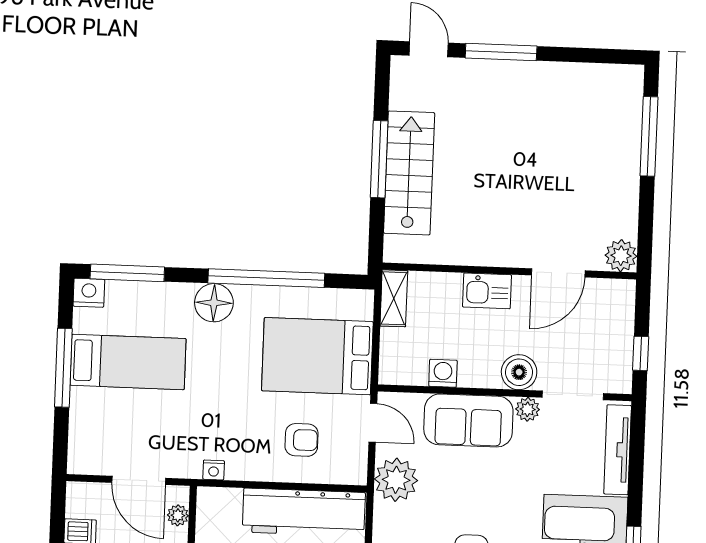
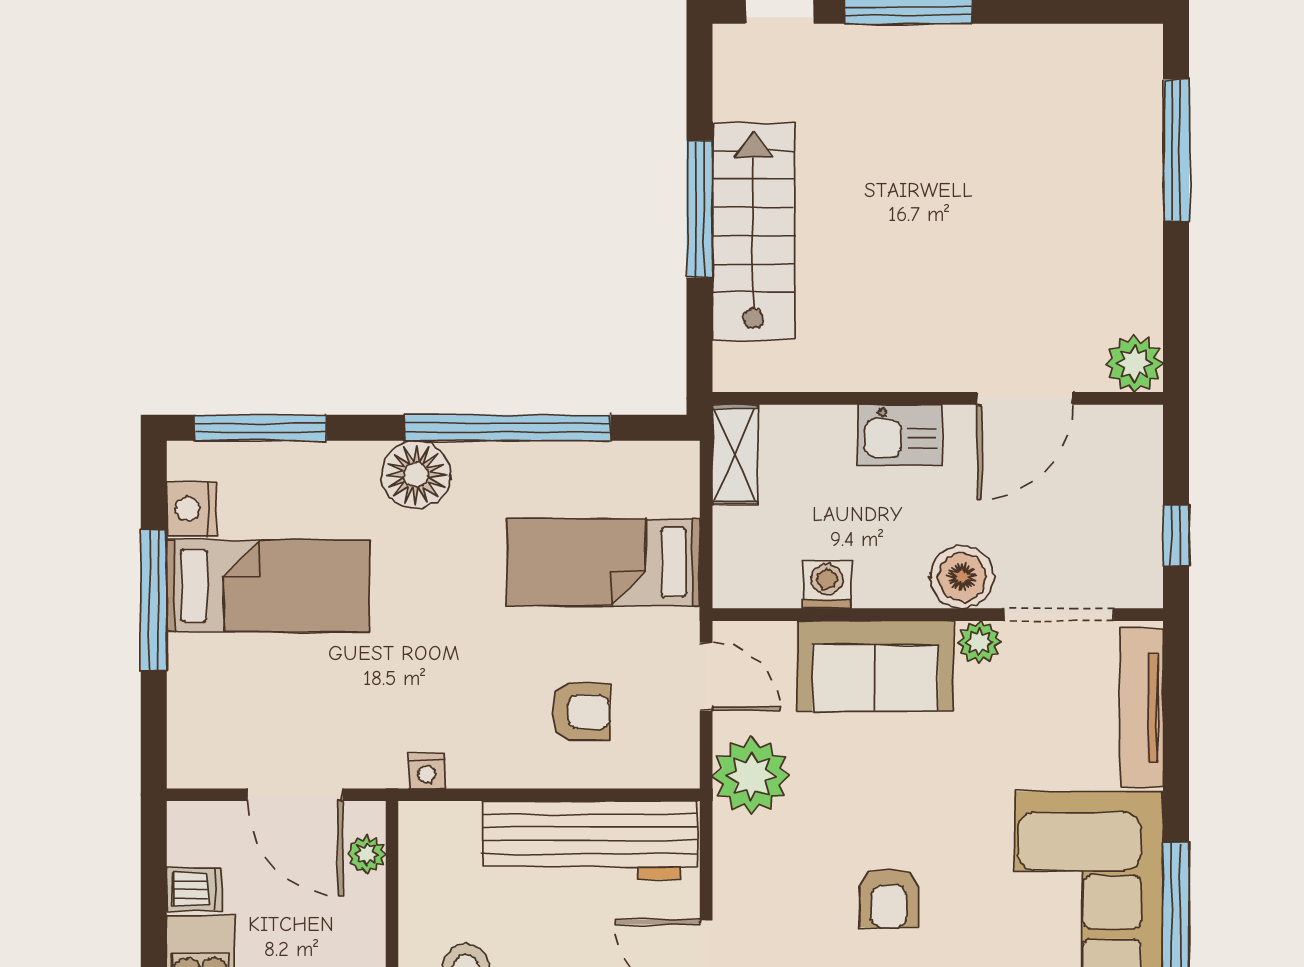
nightstand: (89, 293) -> (192, 509), moved, turned -90
bed: (317, 356) -> (603, 562), width x0.67

